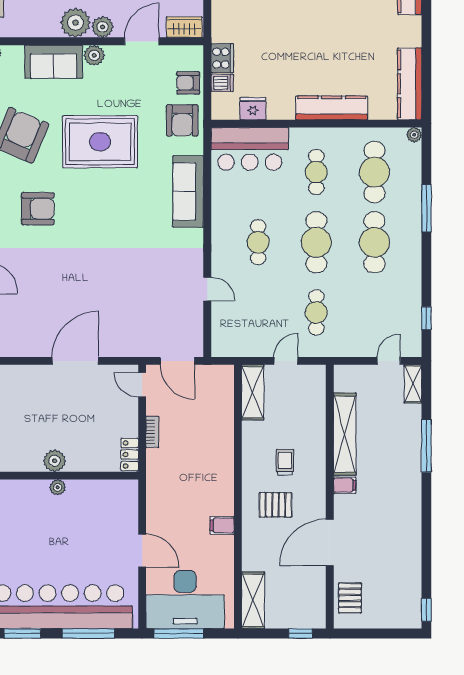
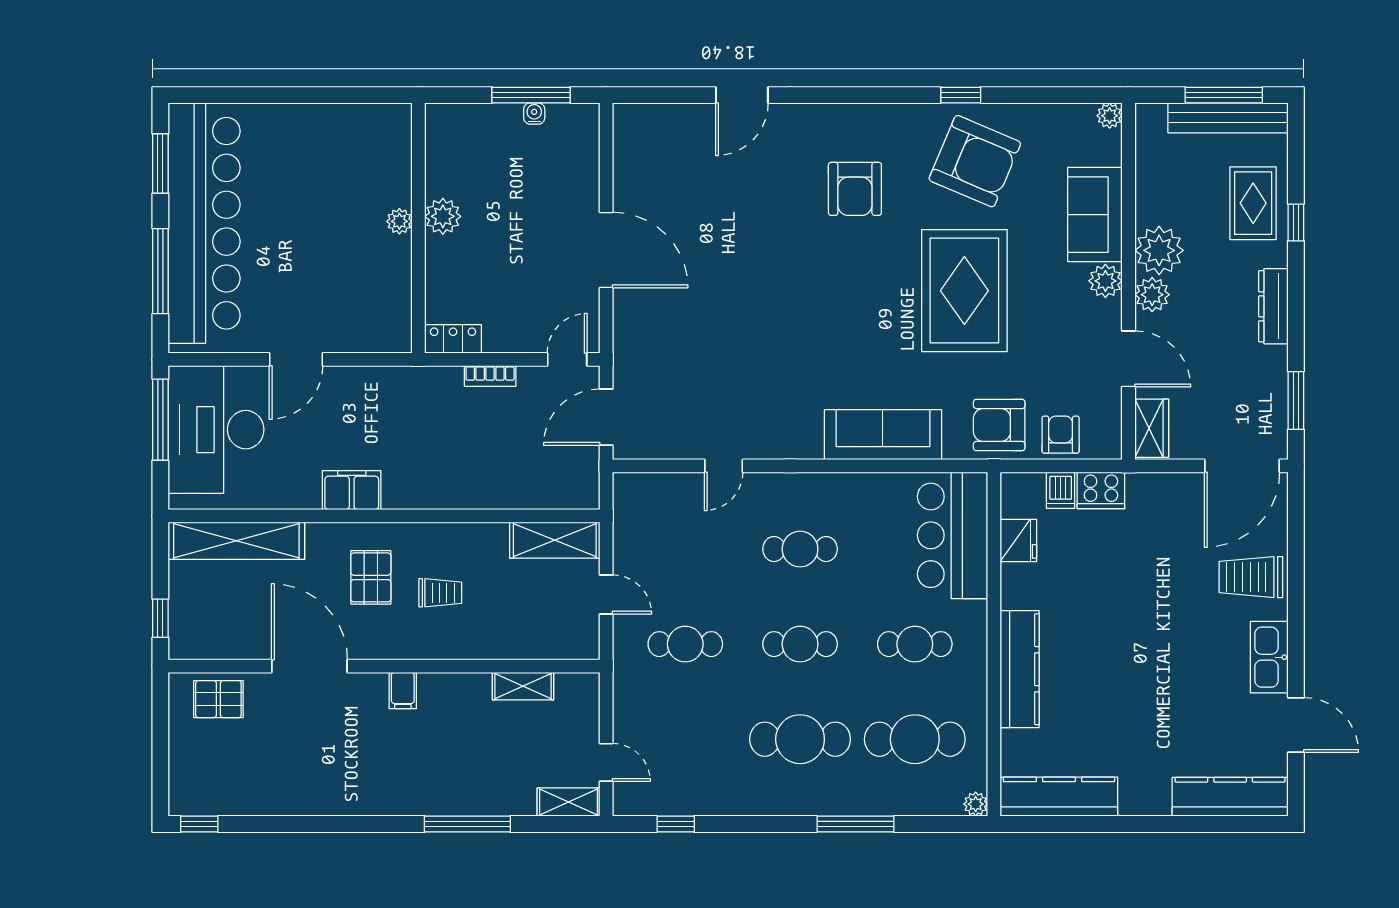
cafe table: (316, 242) -> (800, 644), width x0.73, depth x0.74
shelving: (345, 434) -> (523, 686), width x0.45, depth x0.75
filing cabinet: (222, 525) -> (352, 490), width x2.00
shelving: (253, 600) -> (236, 541), width x1.47

